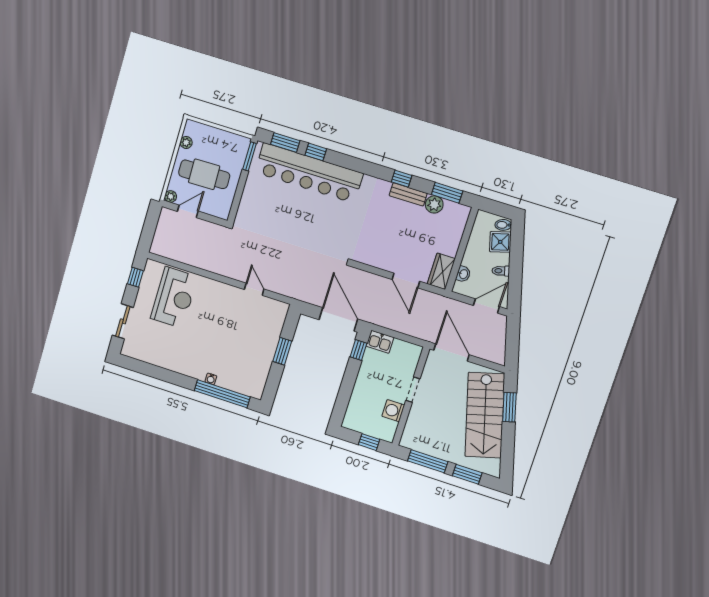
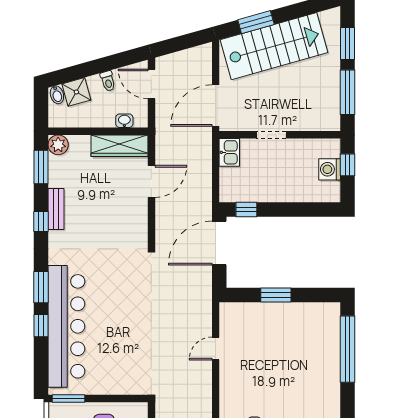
window: (285, 142) -> (41, 287), moved
plant: (434, 204) -> (58, 145), moved
wardrobe: (441, 271) -> (120, 146), width x1.50
kitchen sink: (380, 342) -> (229, 152), moved
water cooler: (211, 379) -> (334, 367), removed
washing machine: (393, 411) -> (330, 169), moved, turned 90

